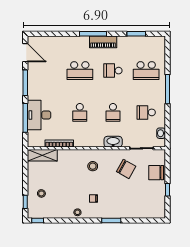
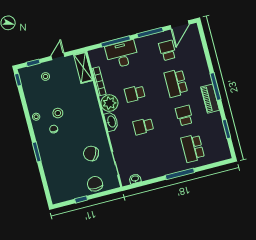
school desk: (146, 112) -> (167, 50), moved
plant: (83, 139) -> (109, 103), added
washbasin: (113, 142) -> (111, 122), moved
stool: (93, 166) -> (58, 113), moved
chair: (126, 169) -> (91, 153), turned 89
door: (25, 177) -> (58, 56), added

